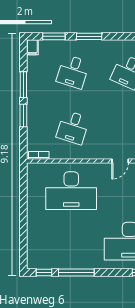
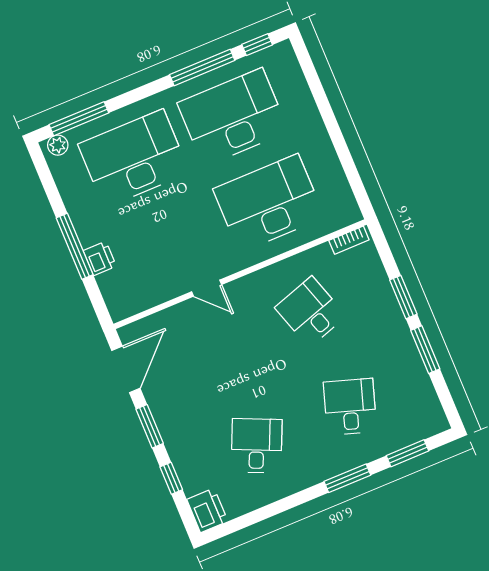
filing cabinet: (32, 47) -> (436, 419), removed
desk: (73, 127) -> (311, 312), turned -36
door: (120, 161) -> (207, 288), swing flipped
desk: (71, 241) -> (233, 117), added

